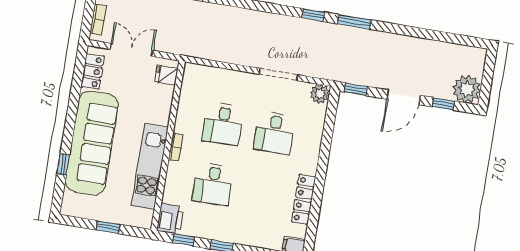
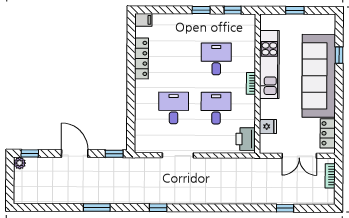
window: (354, 22) -> (97, 207), moved
fridge: (166, 75) -> (268, 126), moved
plant: (467, 89) -> (20, 163), width x0.53, depth x0.53
plant: (320, 94) -> (142, 145), removed
door: (403, 97) -> (75, 154), hinge flipped
window: (443, 104) -> (30, 153), moved
printer: (170, 219) -> (246, 139), moved

